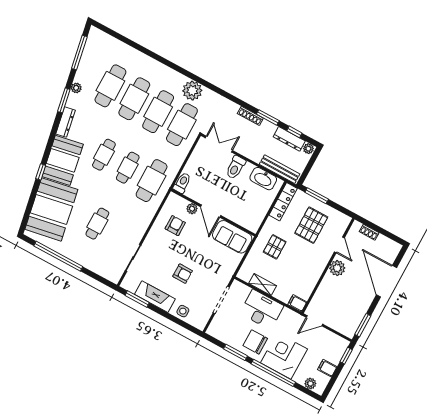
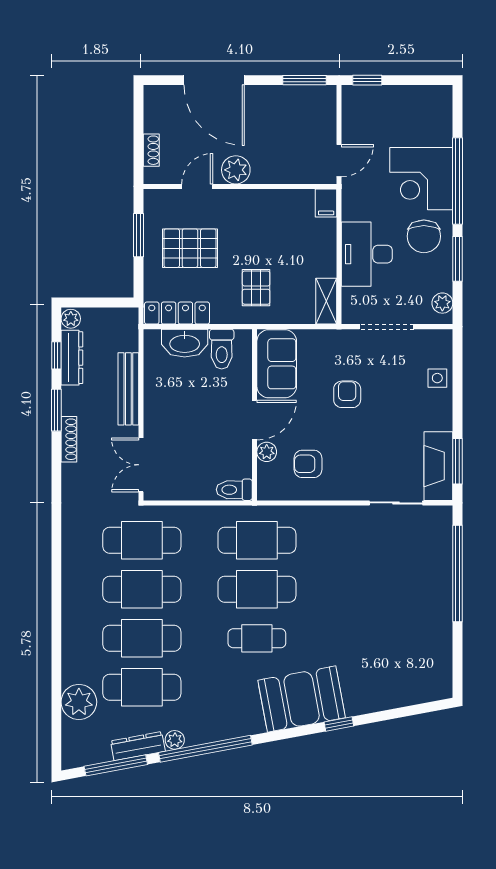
plant: (192, 91) -> (79, 702), moved
window: (64, 100) -> (205, 749), width x2.11
dresser: (66, 122) -> (138, 746), moved
toilet: (236, 167) -> (222, 349), moved, turned 90
cafe table: (128, 168) -> (257, 589), width x1.37, depth x1.35
bench: (280, 169) -> (128, 389), moved
washbasin: (263, 179) -> (185, 343), moved, turned 90
window: (317, 196) -> (139, 235), moved
booth: (51, 209) -> (389, 675), removed
cafe table: (97, 224) -> (372, 589), removed
pallet: (275, 247) -> (256, 288), turned 90
window: (58, 256) -> (457, 573), moved
armchair: (183, 274) -> (347, 394), moved
door: (387, 281) -> (214, 80), hinge flipped
shelving: (263, 285) -> (326, 301), moved
fireplace: (155, 297) -> (438, 466), moved
door: (314, 321) -> (339, 161), hinge flipped
filing cabinet: (327, 368) -> (403, 99), removed
plant: (310, 384) -> (442, 303), moved

